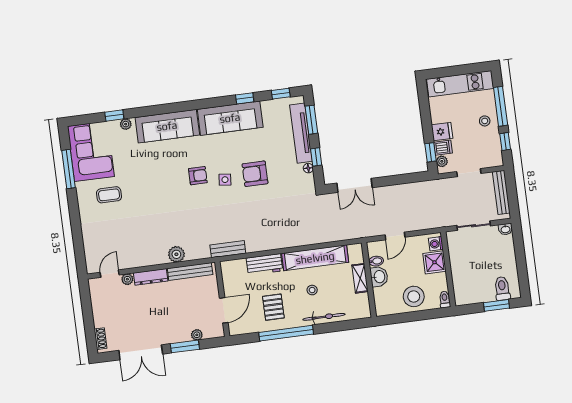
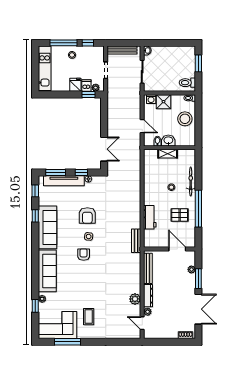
plant: (176, 254) -> (135, 299), moved
shelving: (315, 258) -> (150, 182), removed
toilet: (502, 288) -> (187, 83), moved

